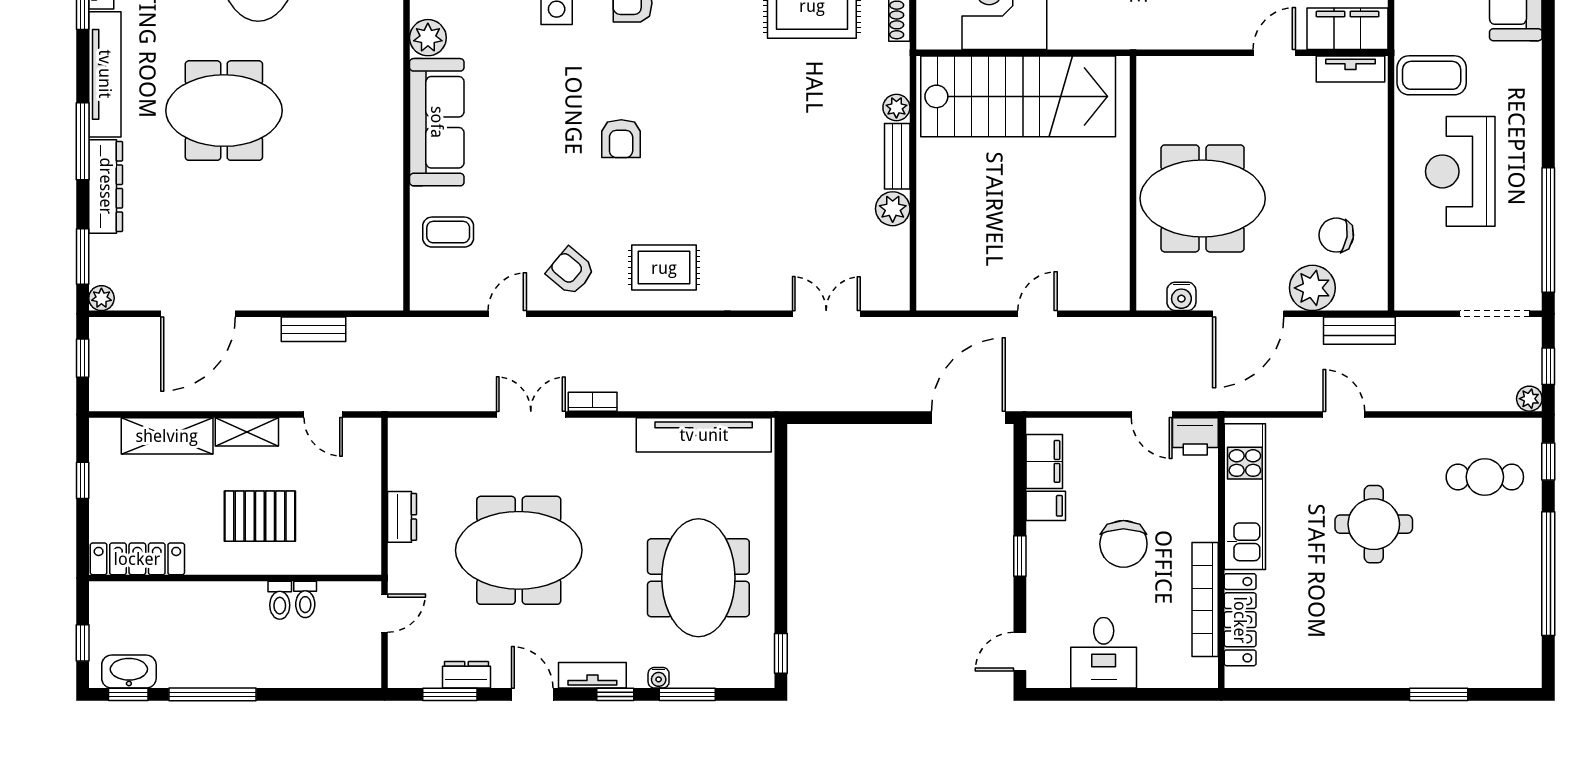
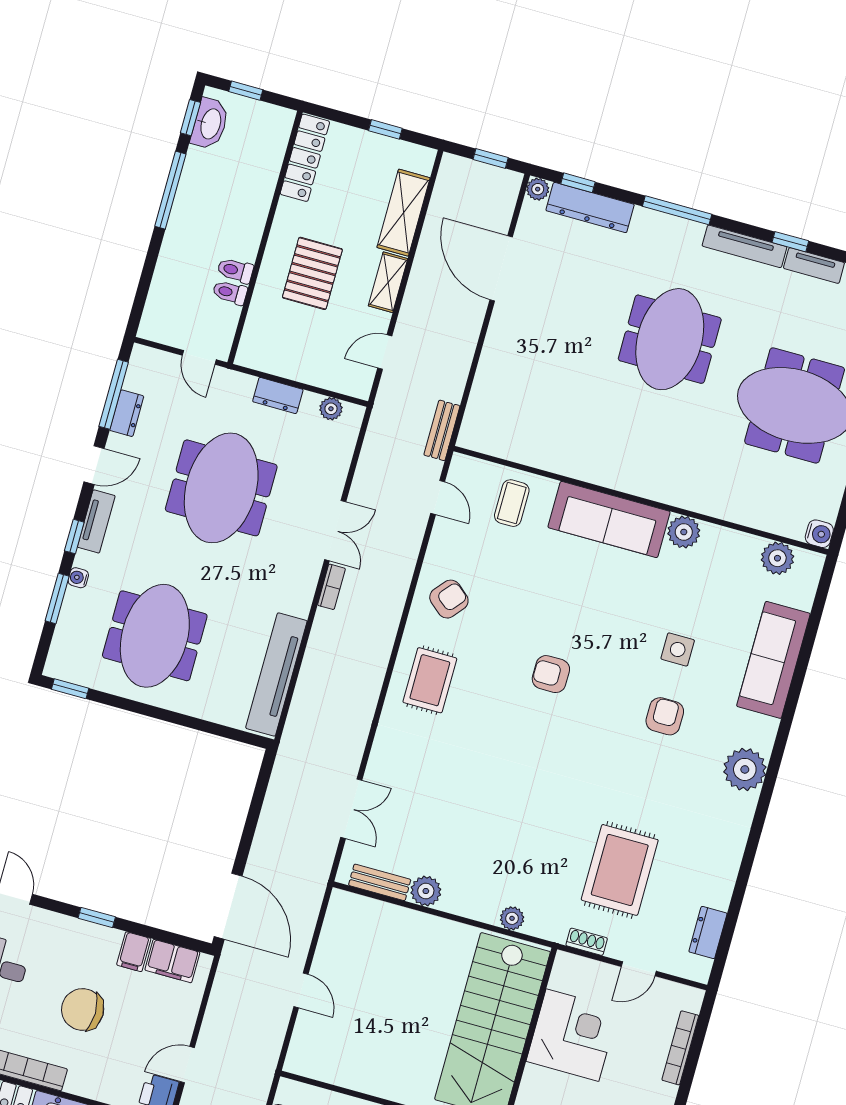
tv unit: (105, 74) -> (744, 246), width x0.73, depth x0.78
bench: (897, 156) -> (380, 882), moved
dresser: (106, 186) -> (590, 207), moved
window: (83, 257) -> (578, 183), width x0.67
door: (507, 314) -> (438, 497), moved
bench: (314, 329) -> (442, 430), moved
plant: (400, 456) -> (331, 409), added
meeting table: (698, 578) -> (155, 636), turned 90
window: (450, 694) -> (114, 394), width x1.44

